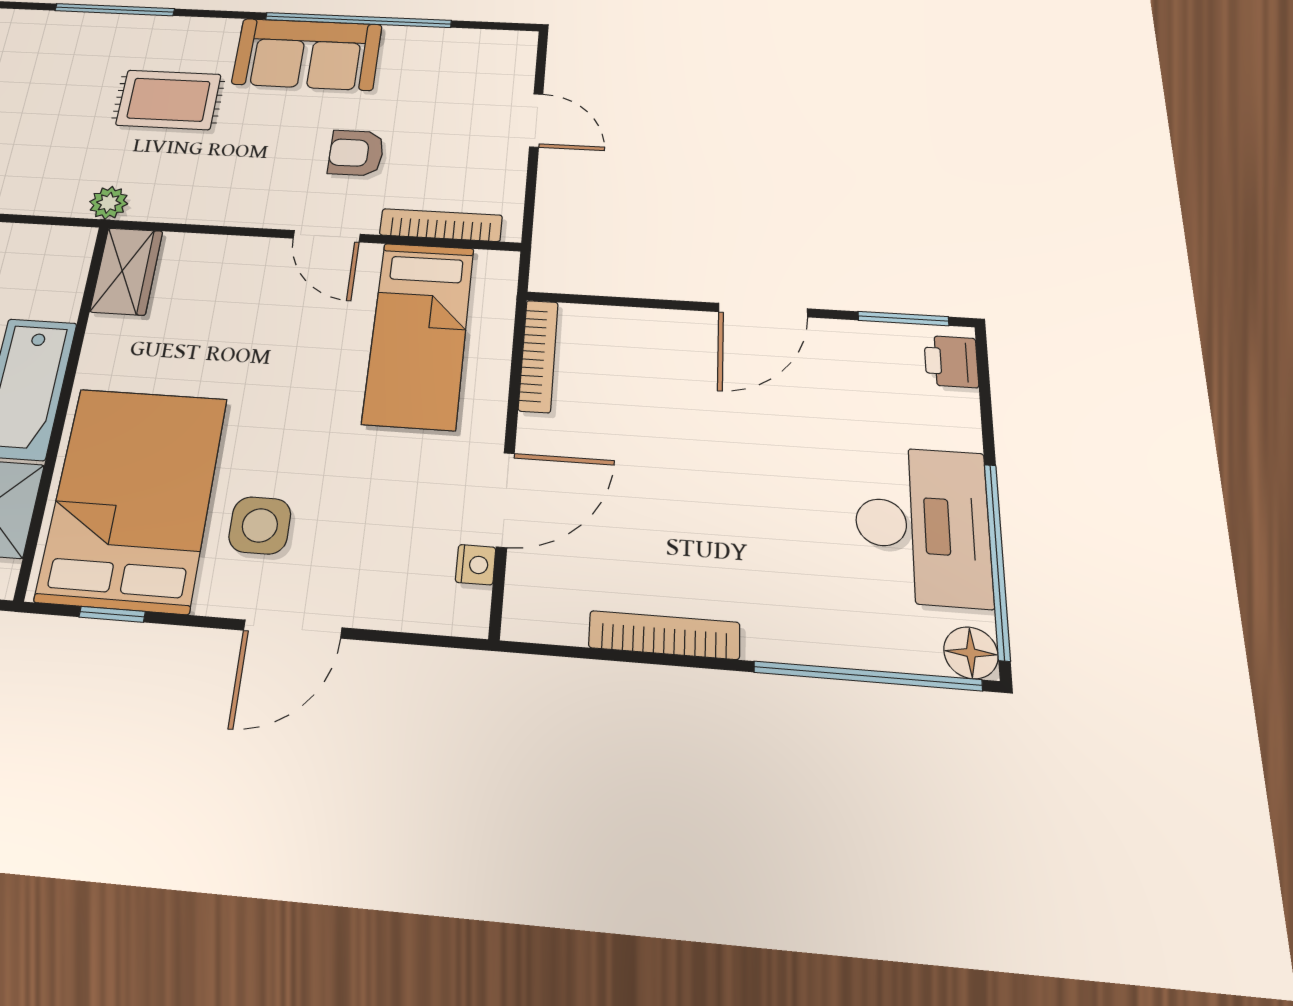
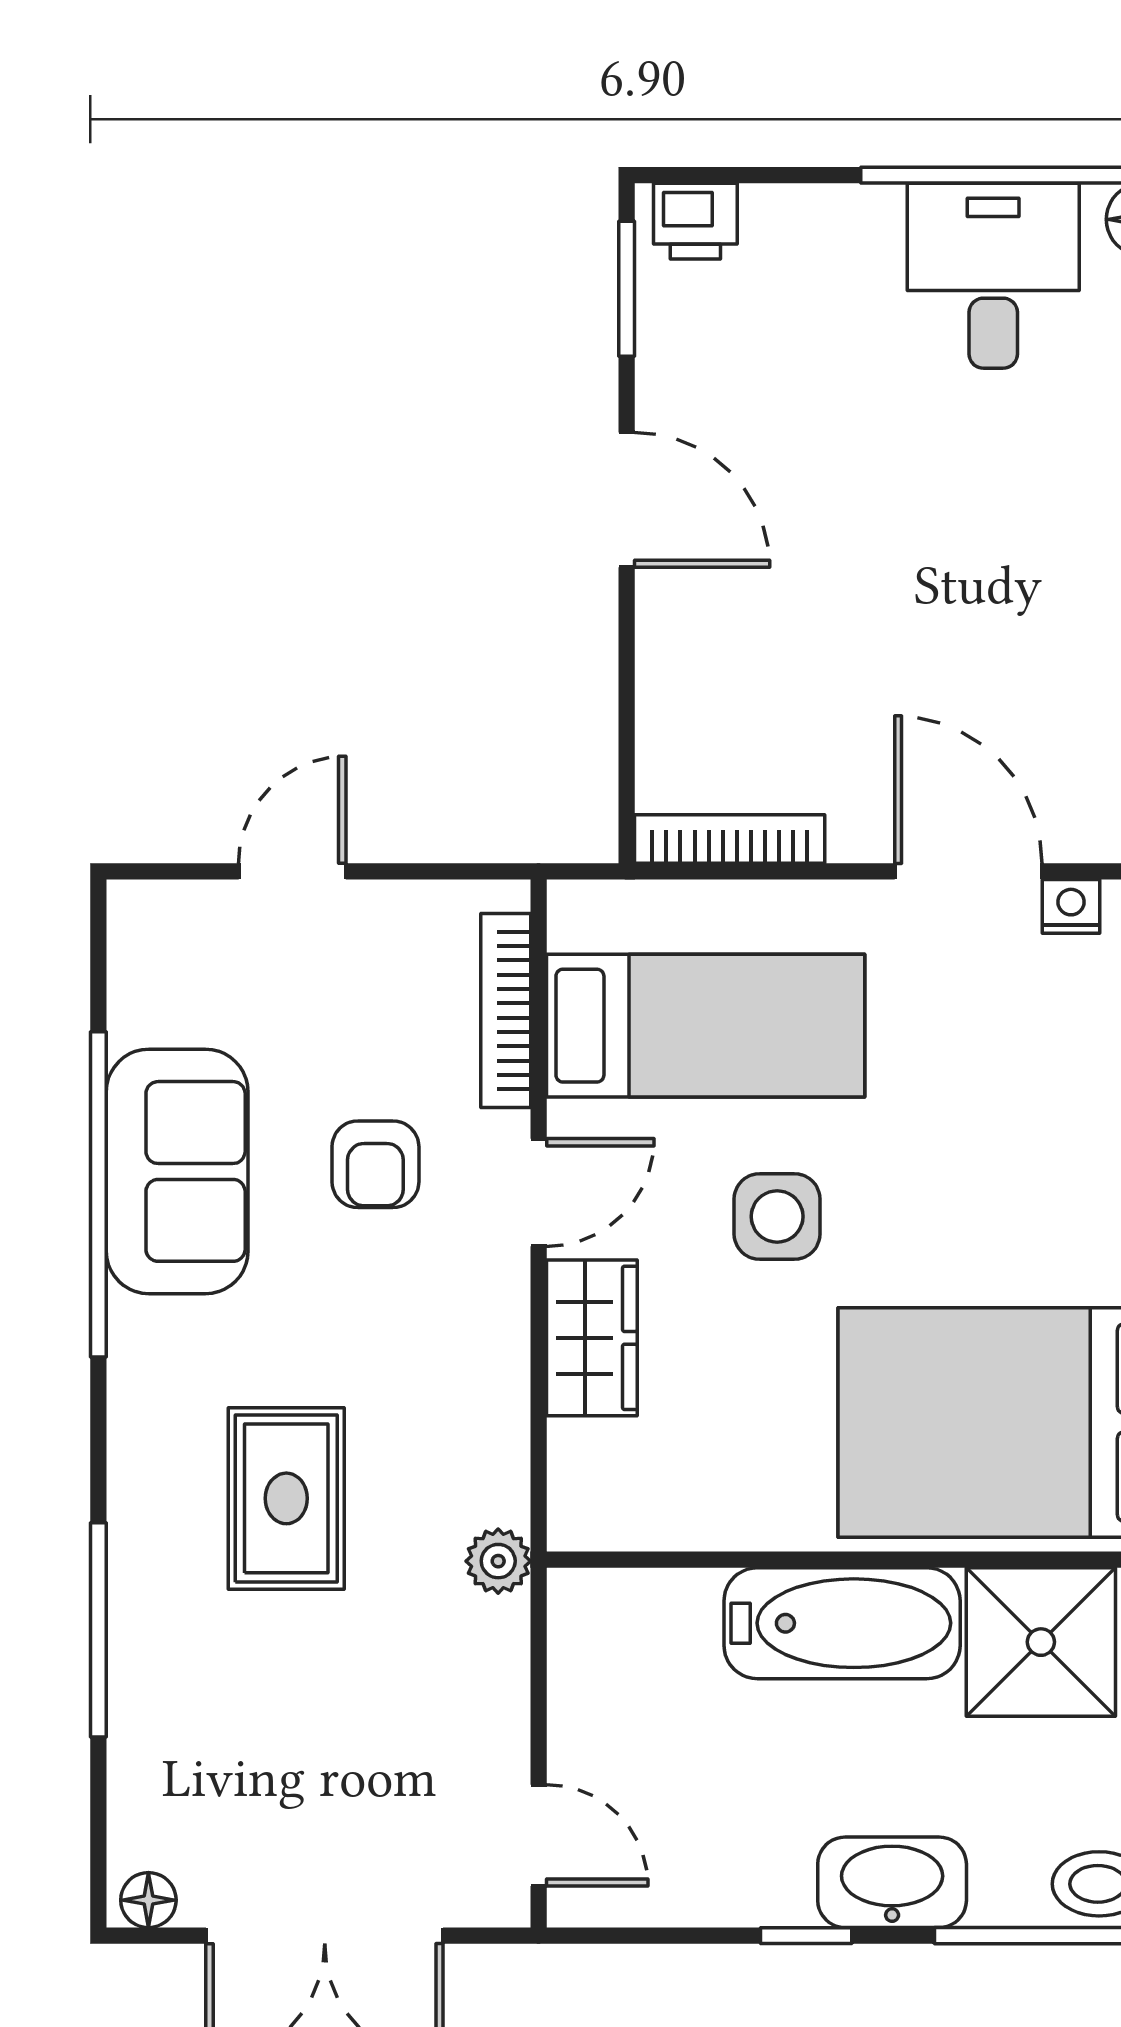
sofa: (307, 54) -> (177, 1171), moved
wardrobe: (127, 271) -> (592, 1338), moved, turned 90
side table: (260, 525) -> (777, 1216), moved
desk: (922, 525) -> (993, 276), width x0.73

